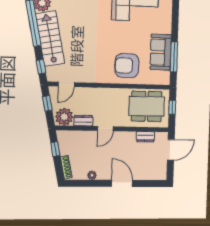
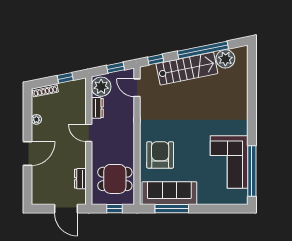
sofa: (161, 52) -> (169, 193), width x1.36
dining table: (147, 106) -> (115, 179), width x0.73

